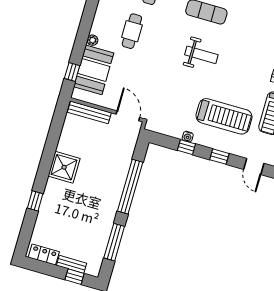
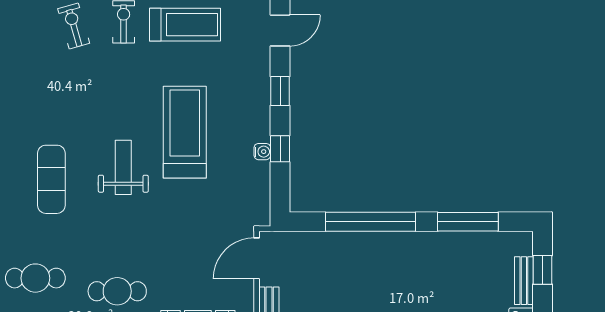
treadmill: (224, 116) -> (185, 132), moved

